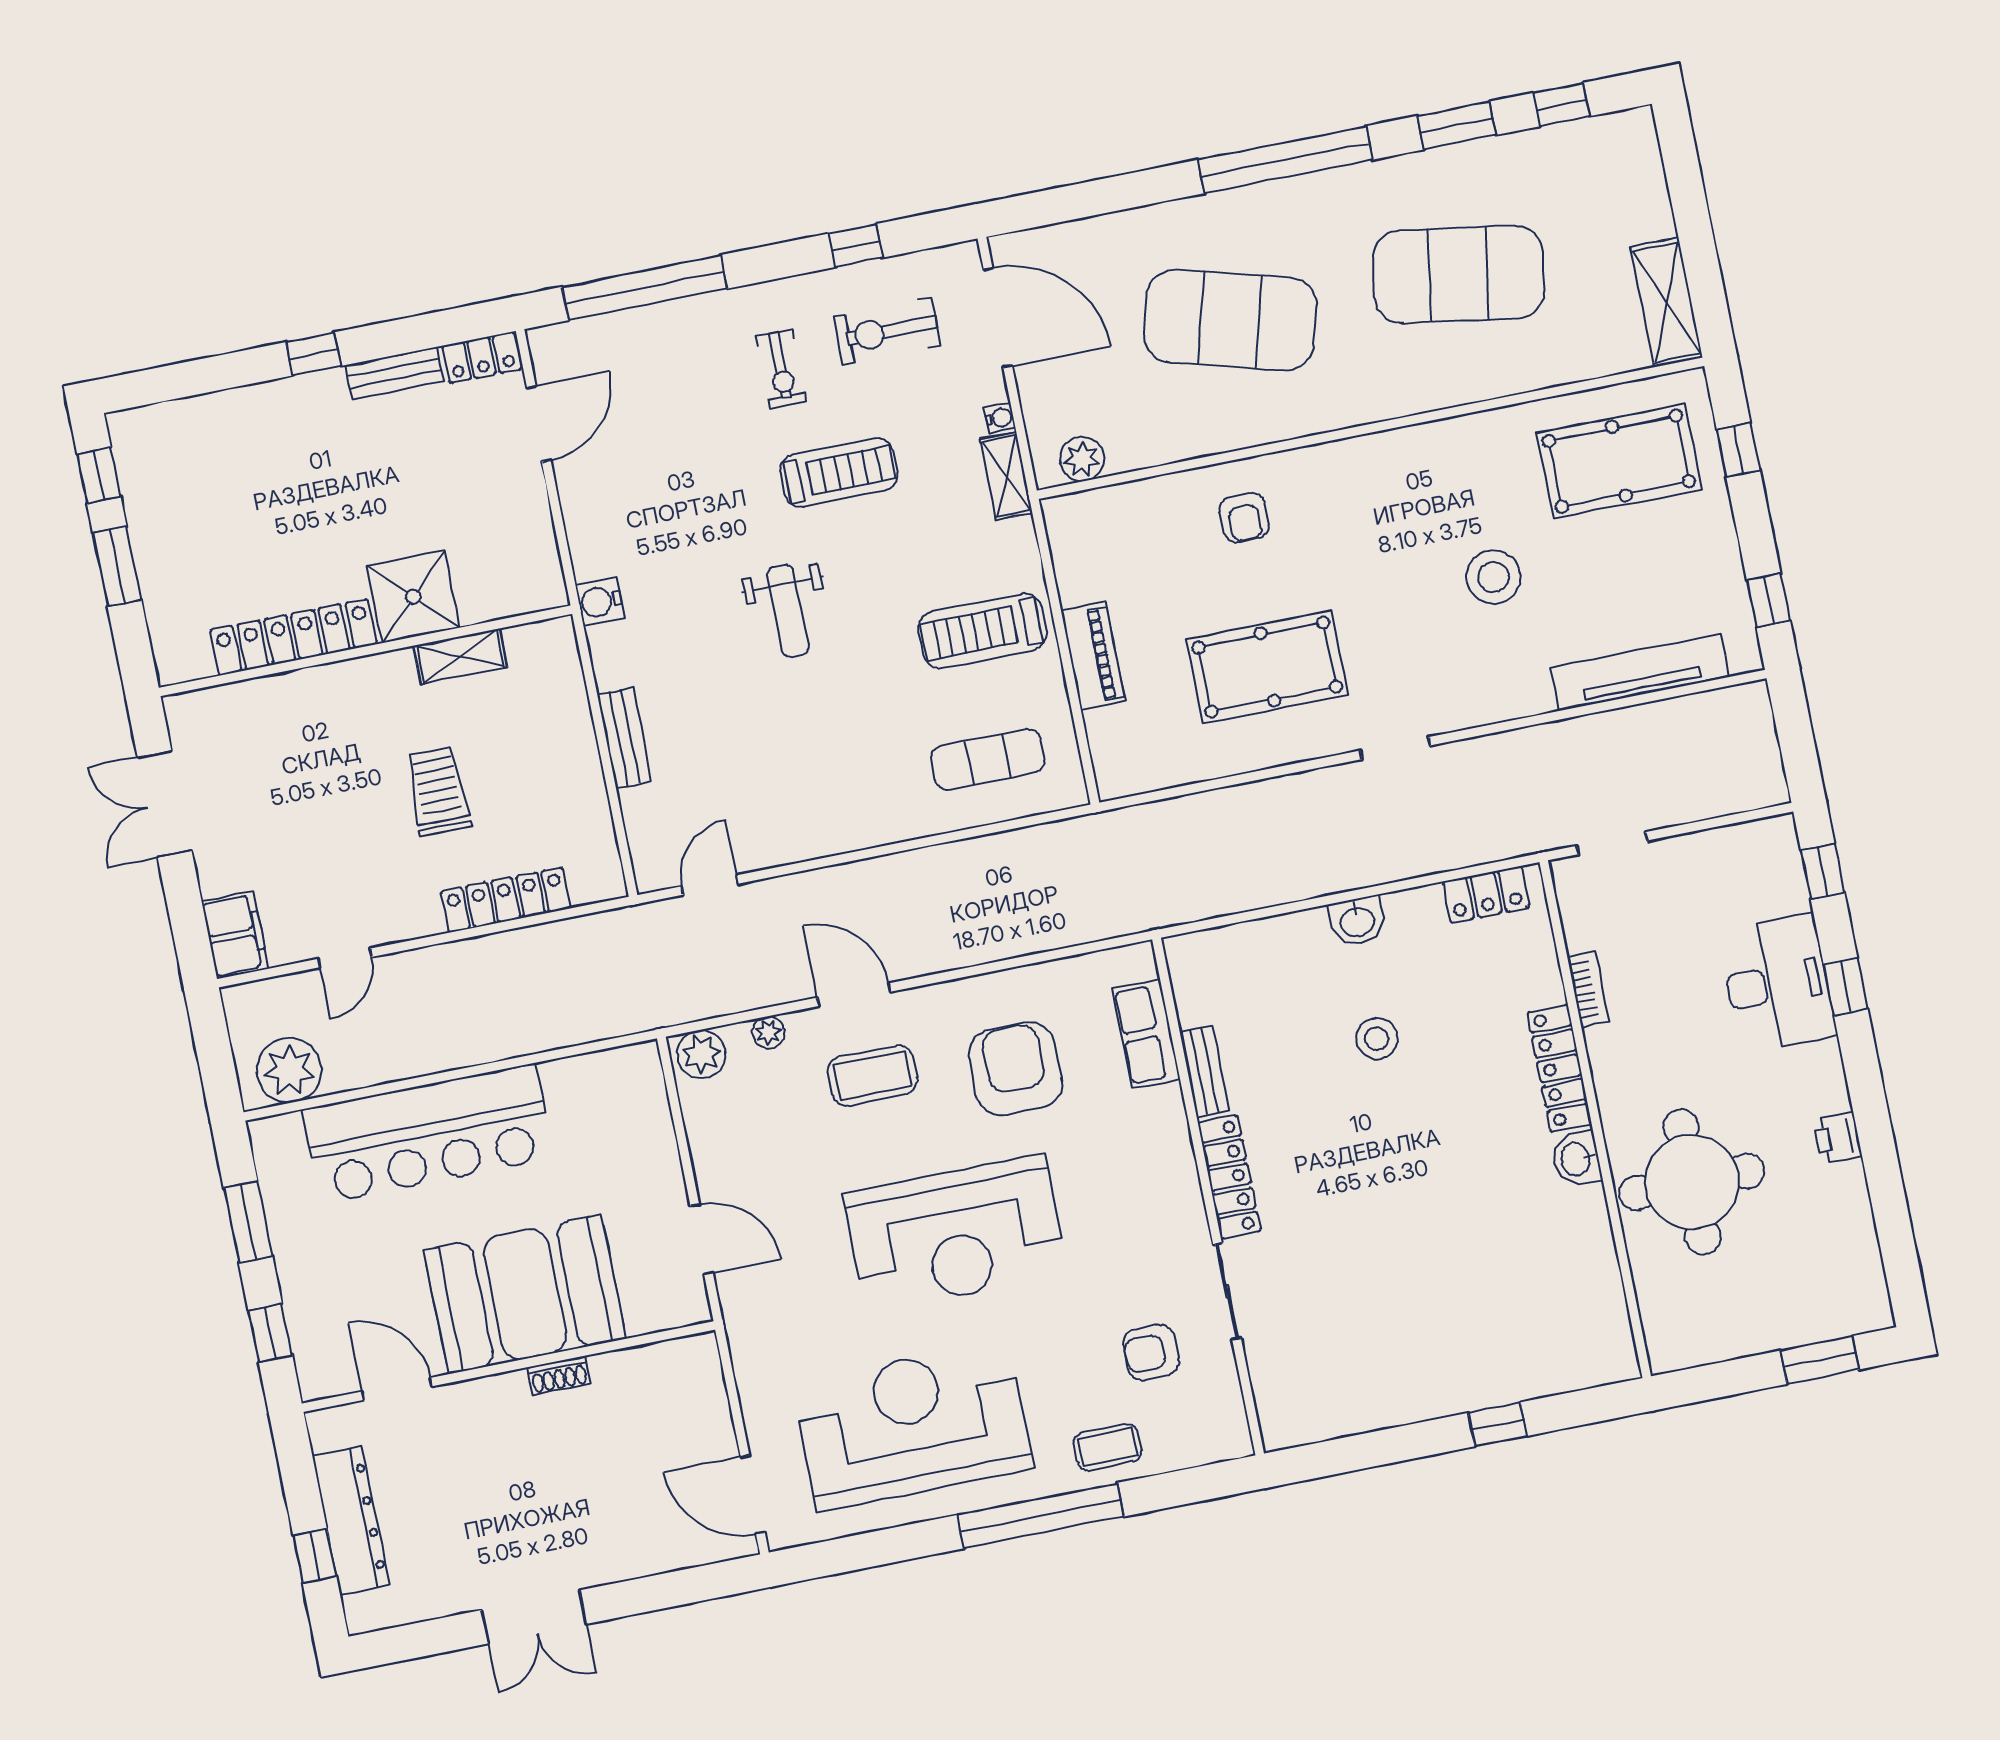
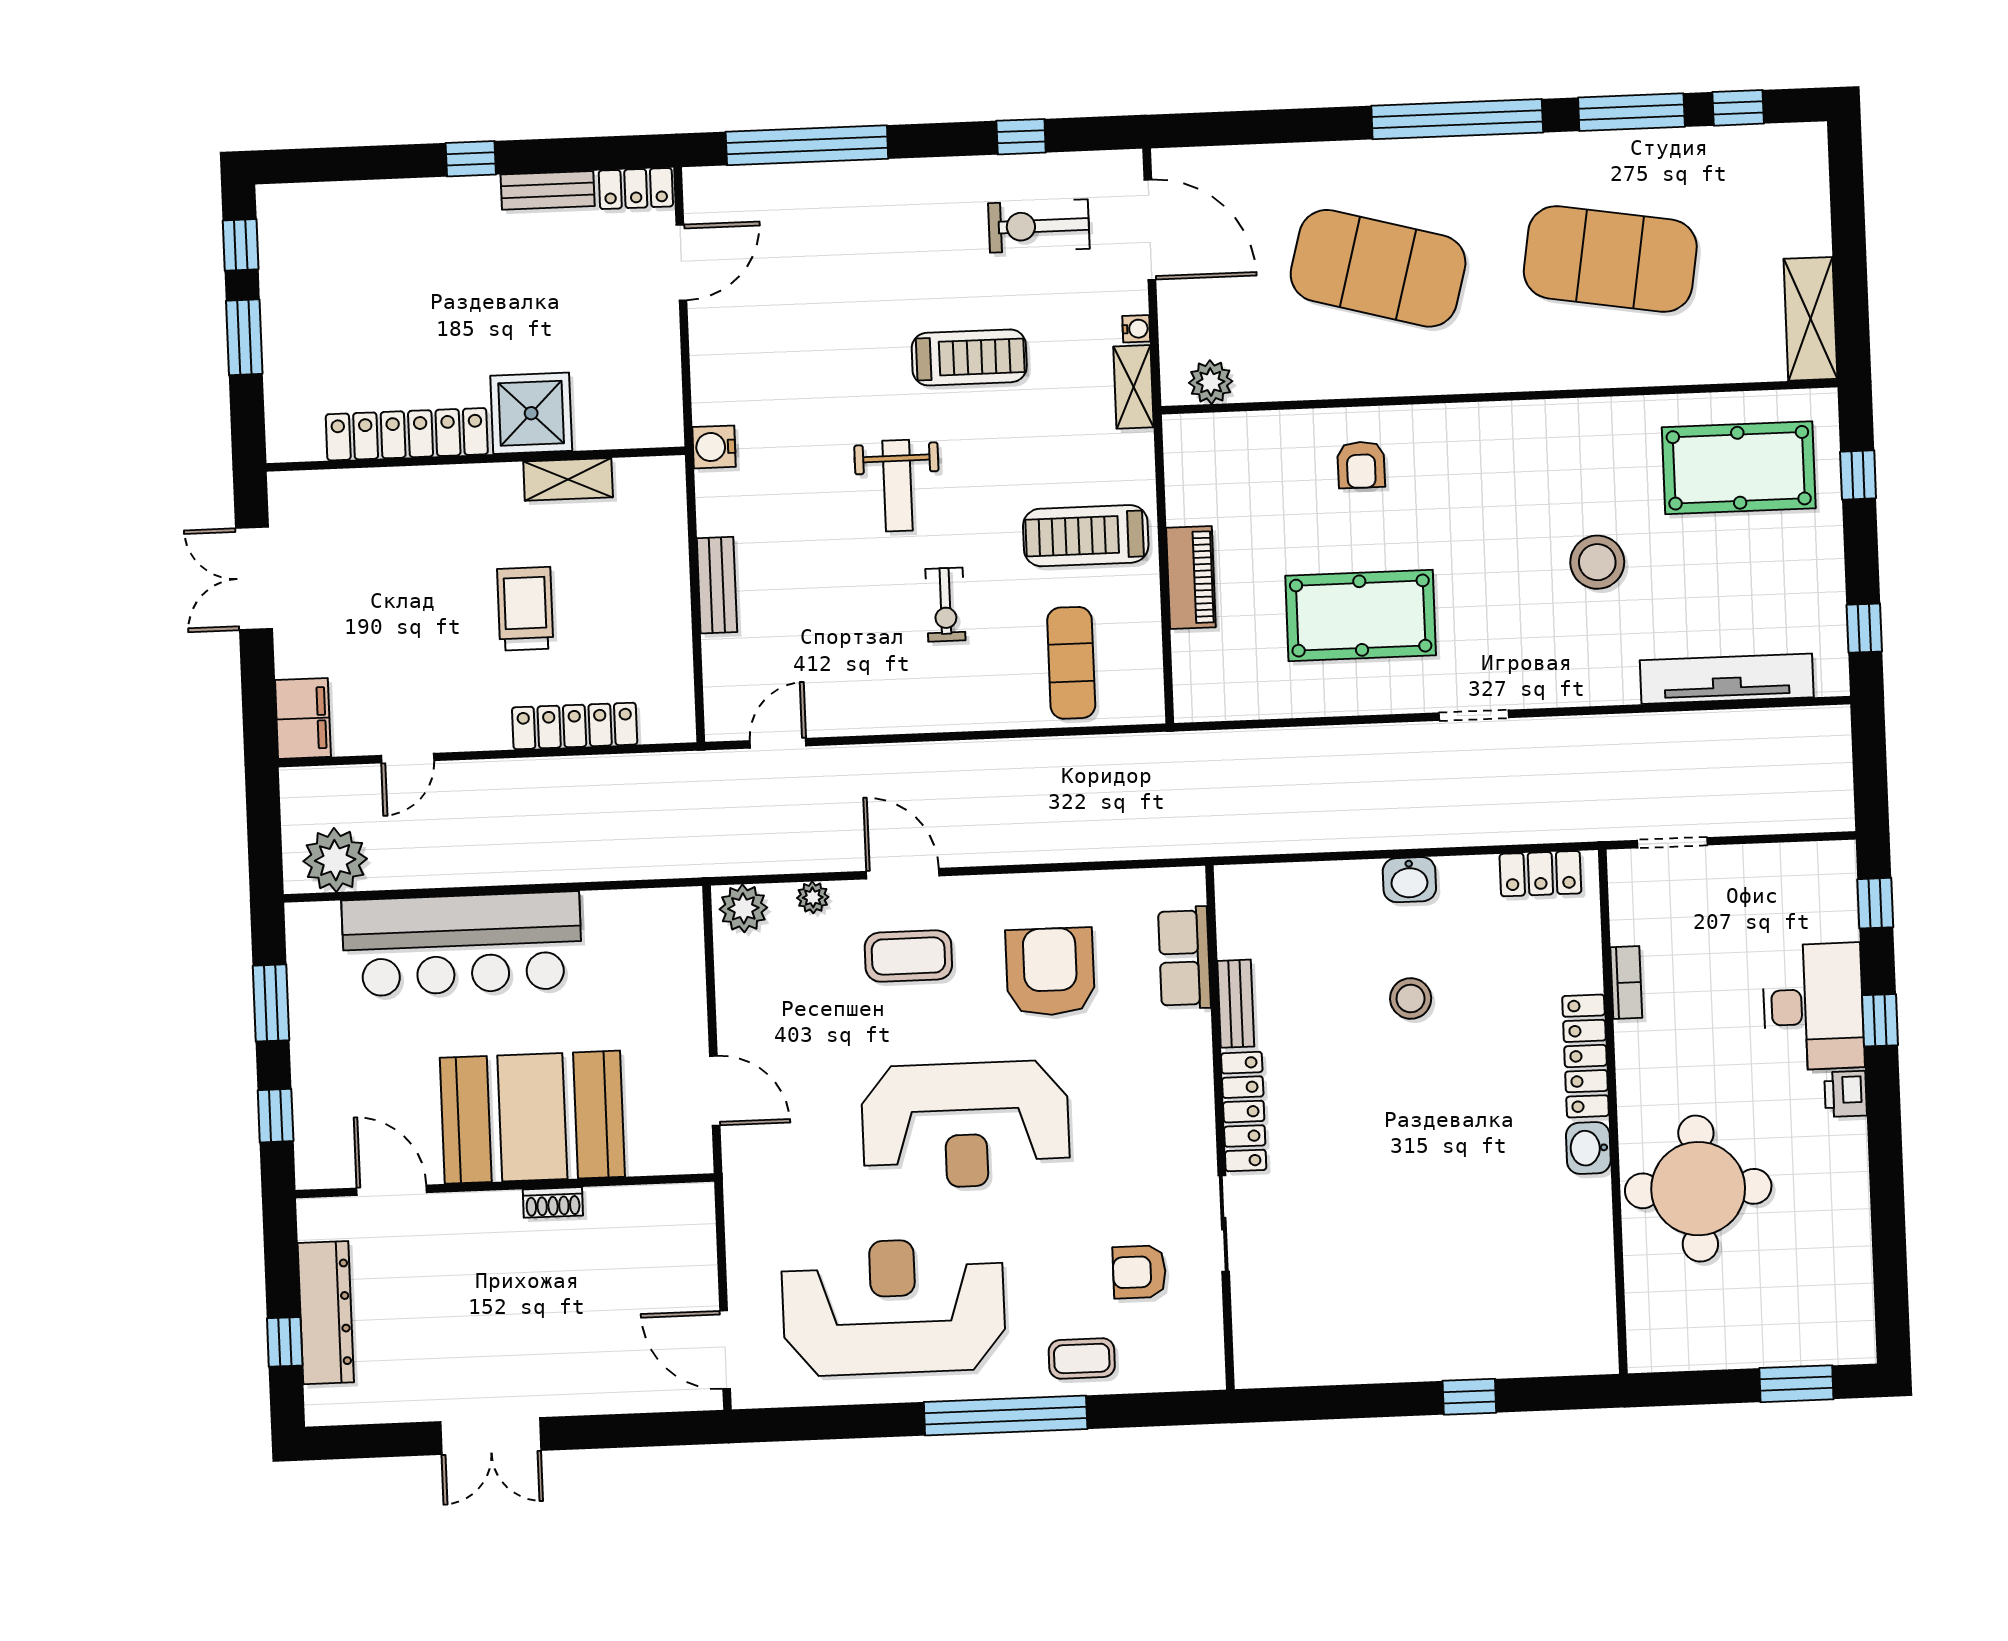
window: (1457, 125) -> (1631, 112), width x1.44
exercise bike: (781, 369) -> (945, 605), moved
exercise mat: (988, 759) -> (1071, 663), turned 90
printer: (1838, 1138) -> (1846, 1094), moved

